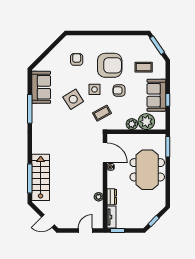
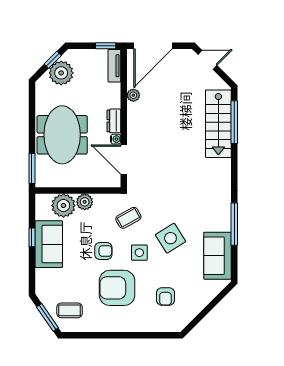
coffee table: (144, 67) -> (70, 310), moved
dresser: (112, 197) -> (114, 121), moved
plant: (148, 212) -> (61, 73), added
door: (85, 231) -> (153, 46), width x1.87

